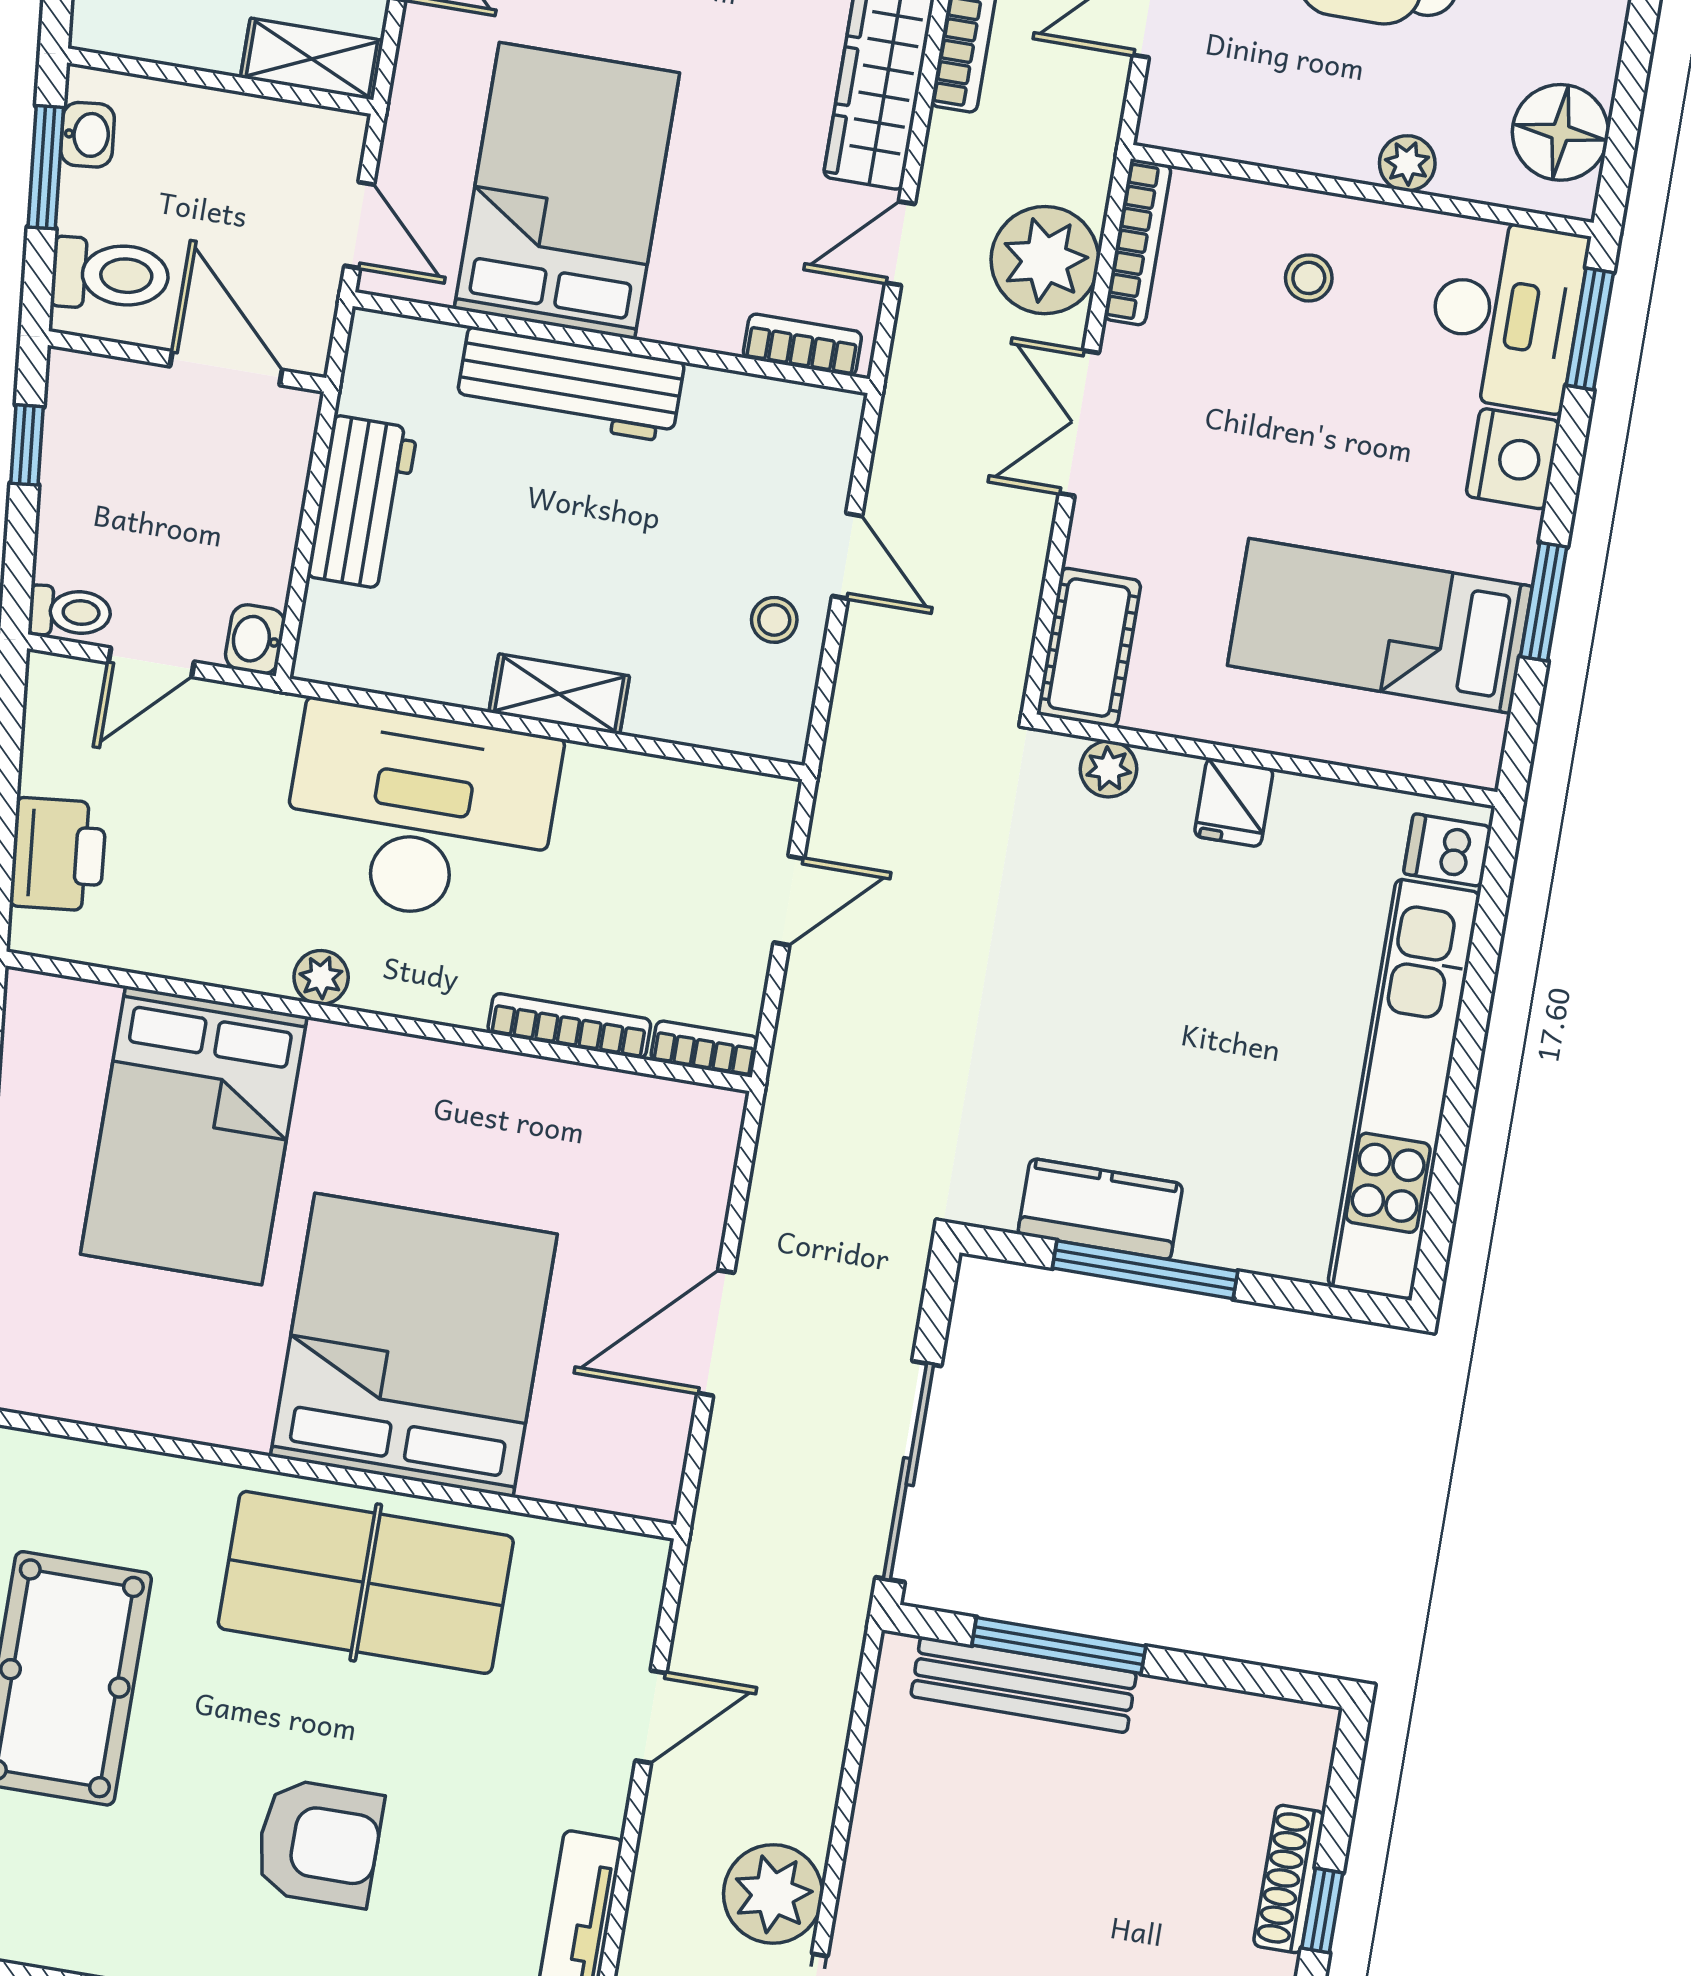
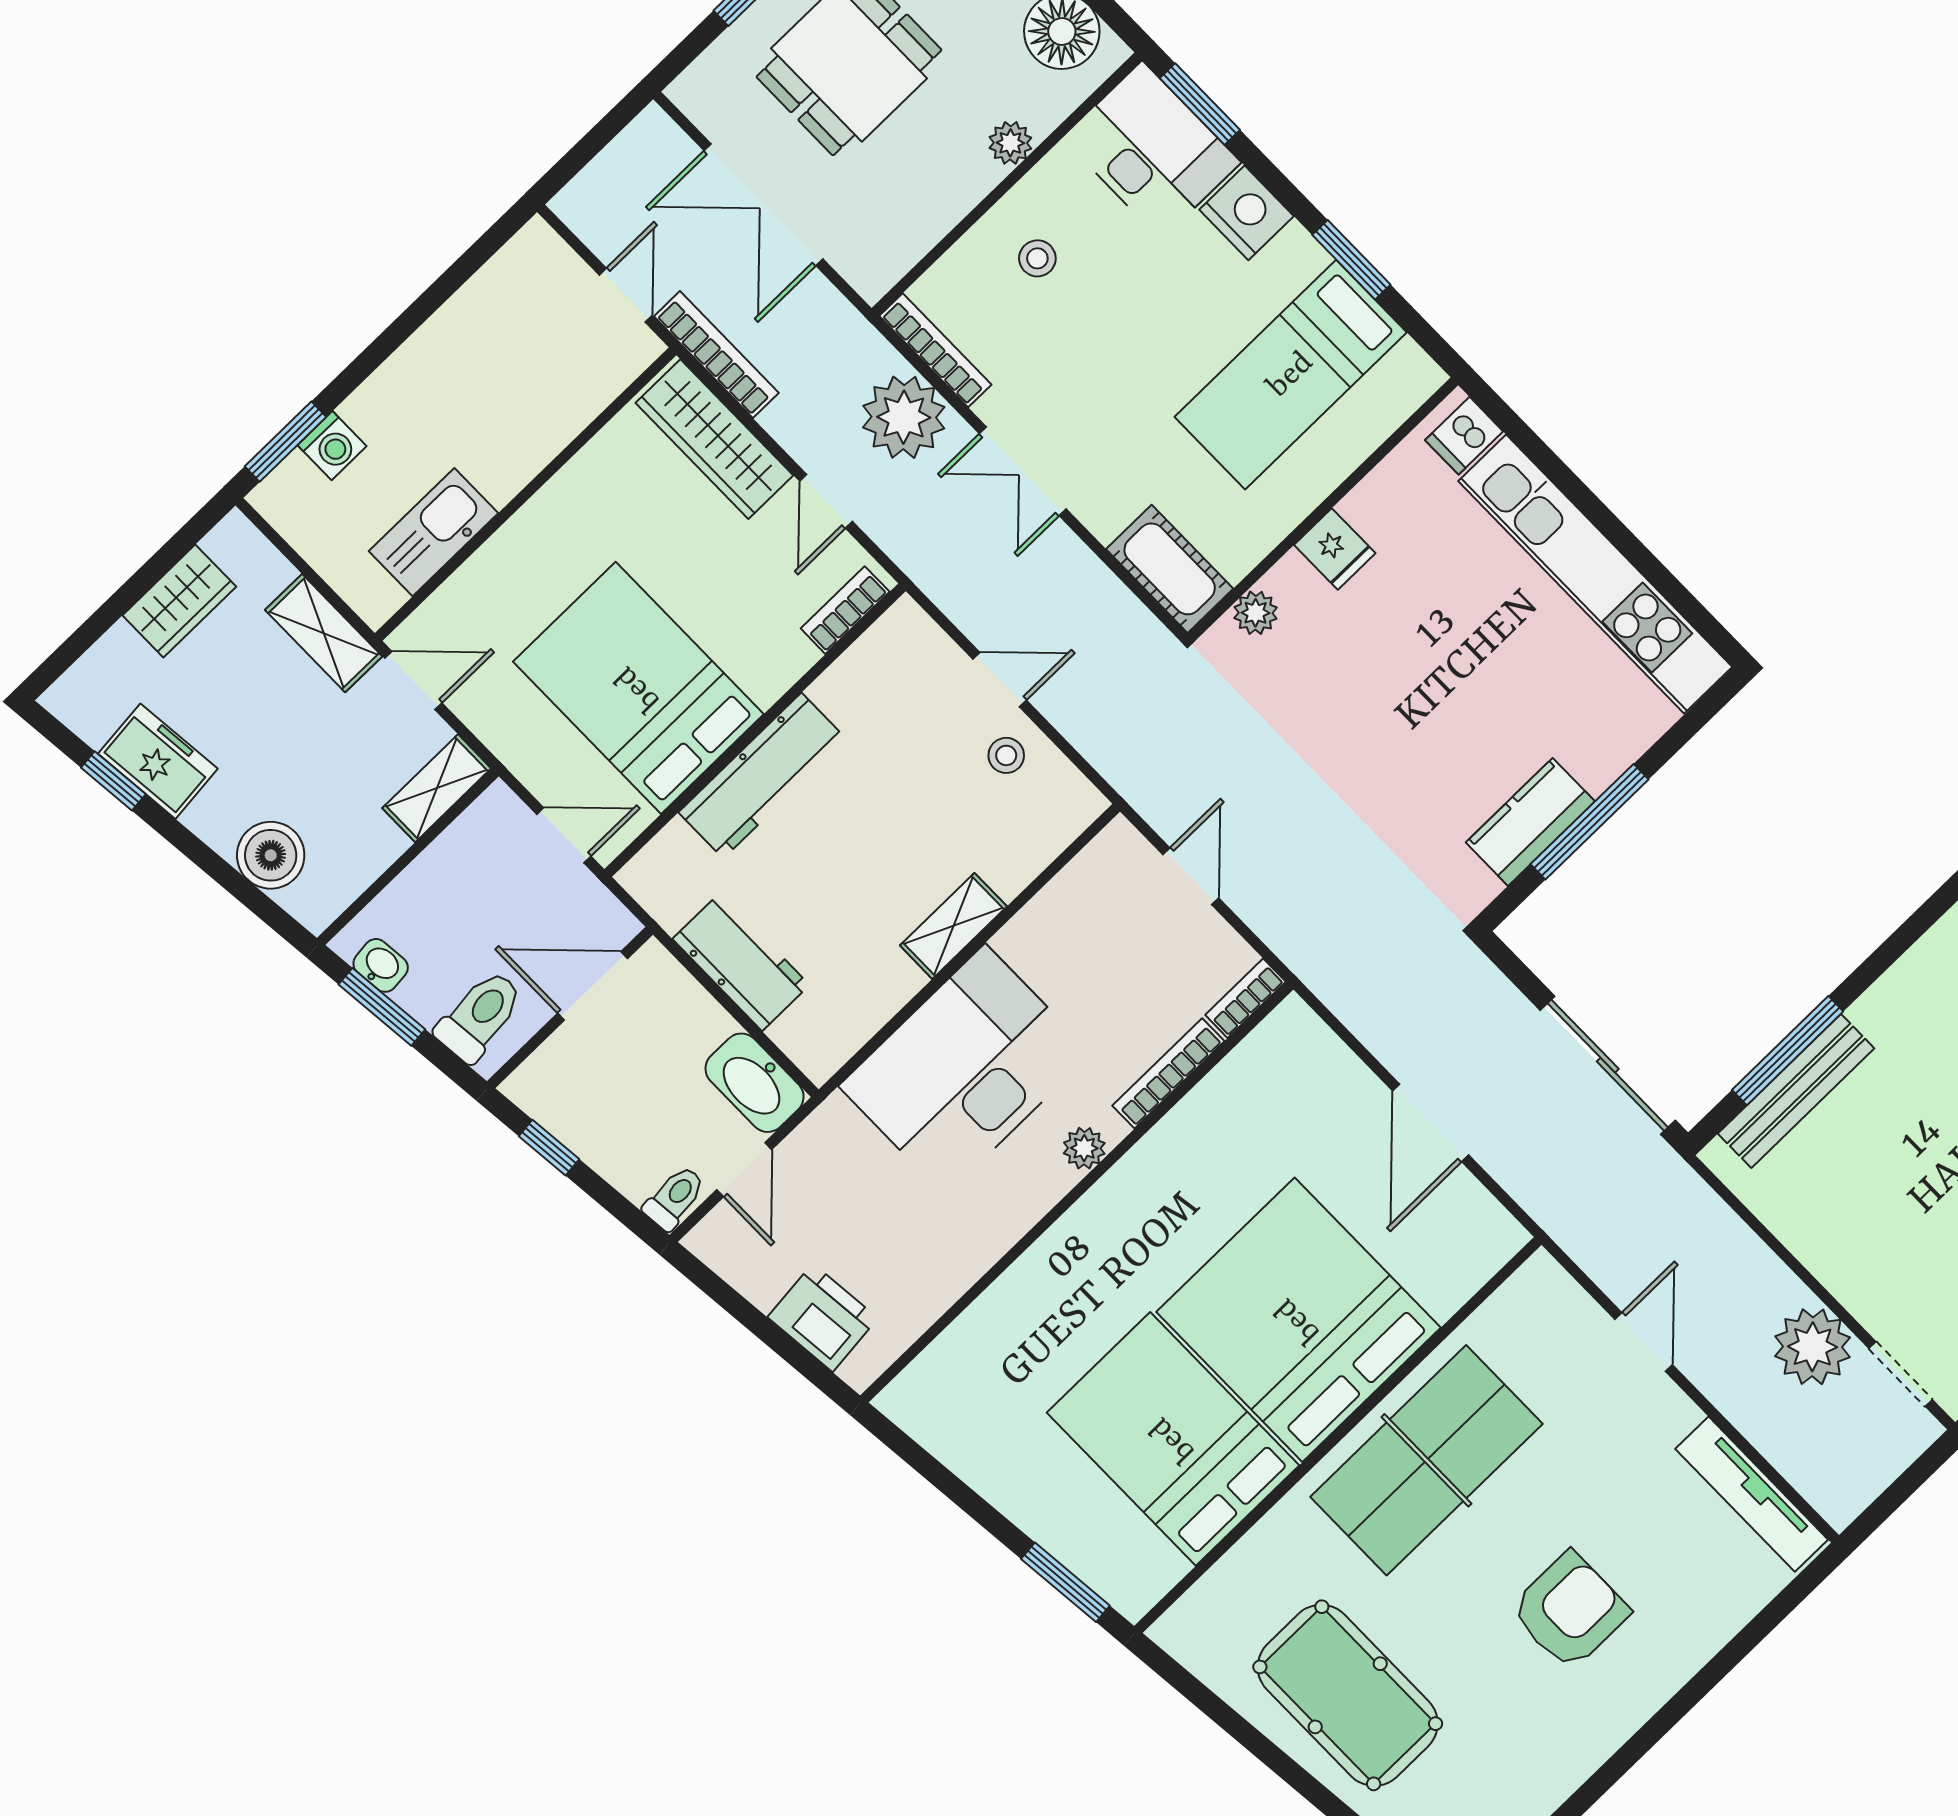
washbasin: (255, 639) -> (755, 1083), width x1.91, depth x1.45
plant: (321, 977) -> (1084, 1148), moved
bed: (194, 1135) -> (1173, 1439), moved, turned 180

